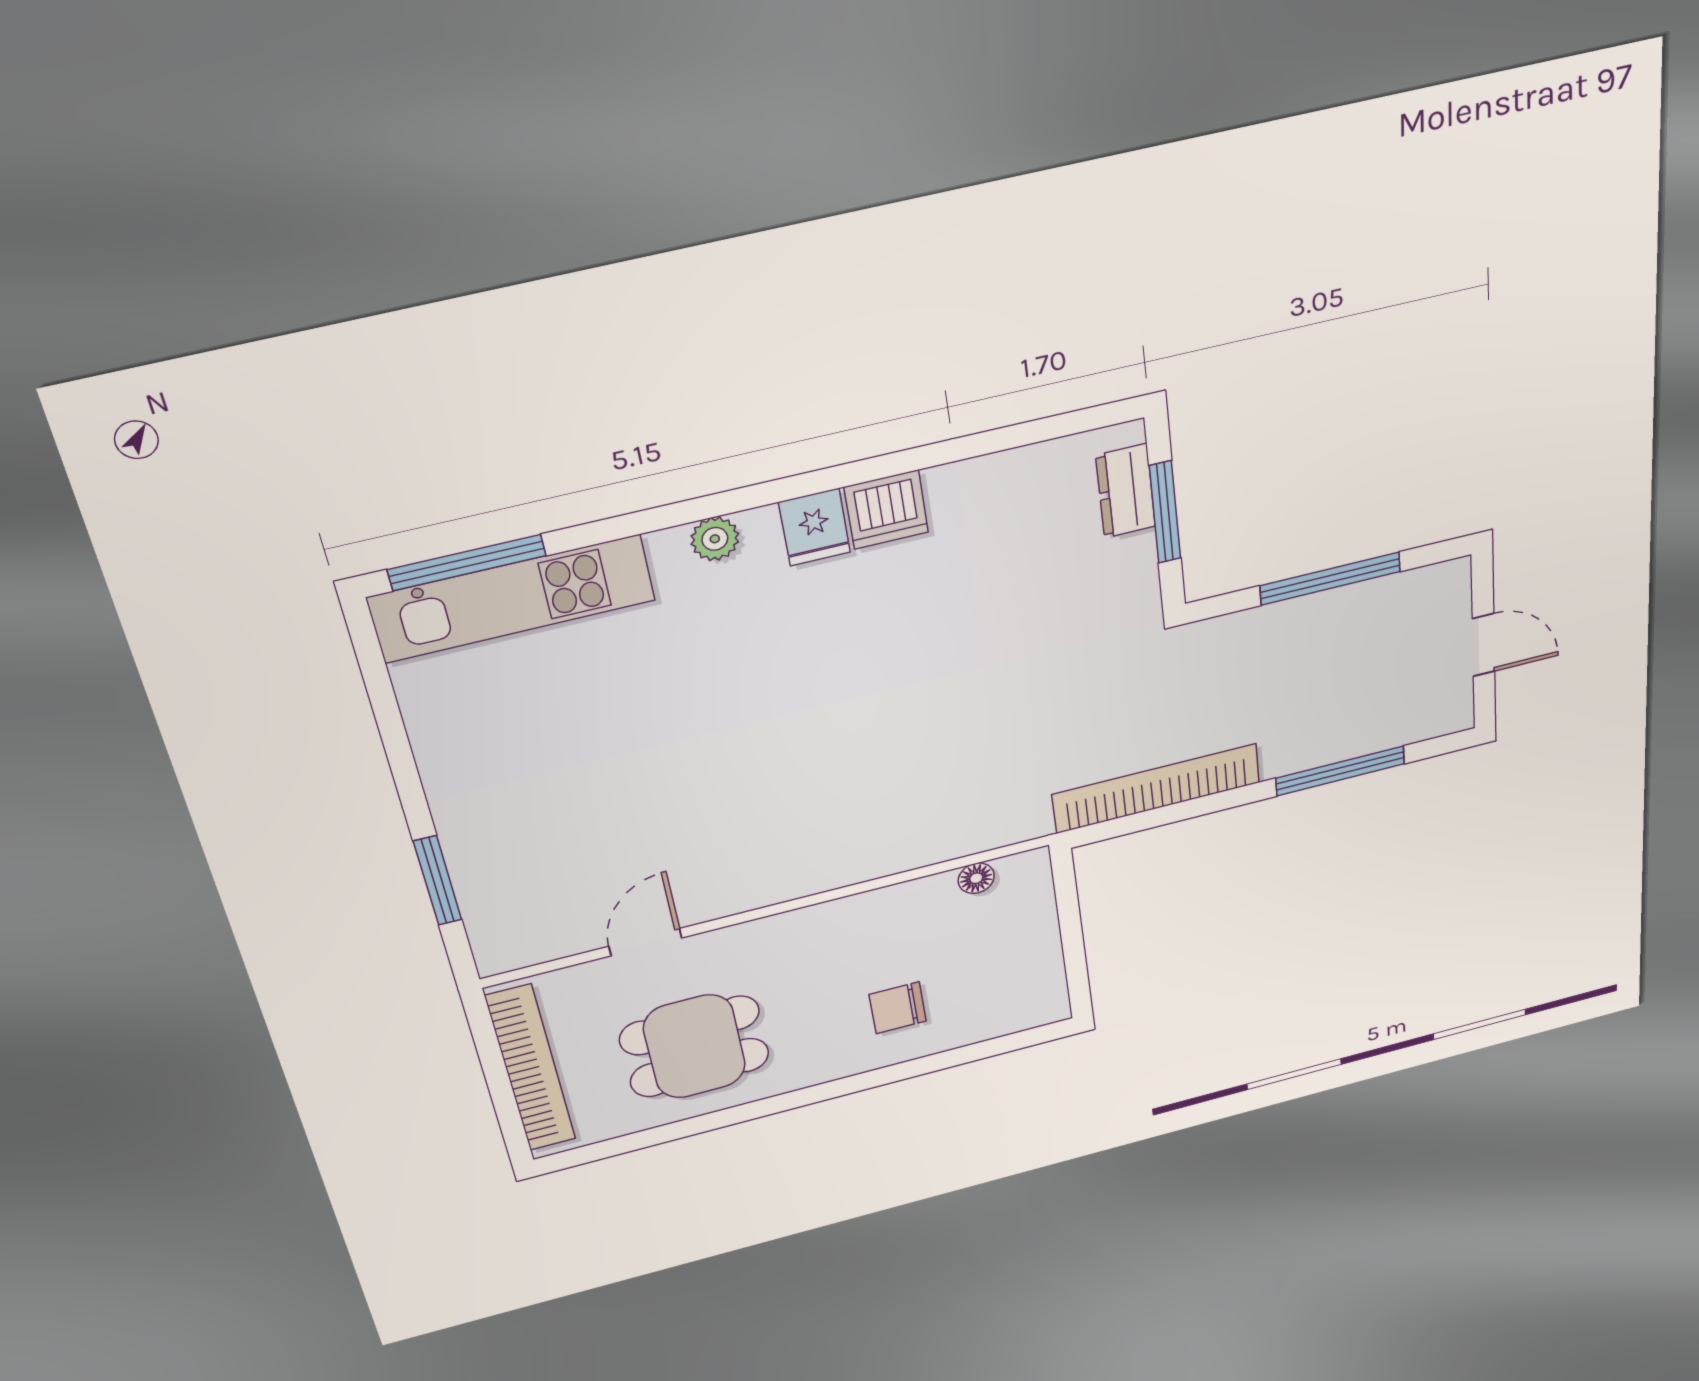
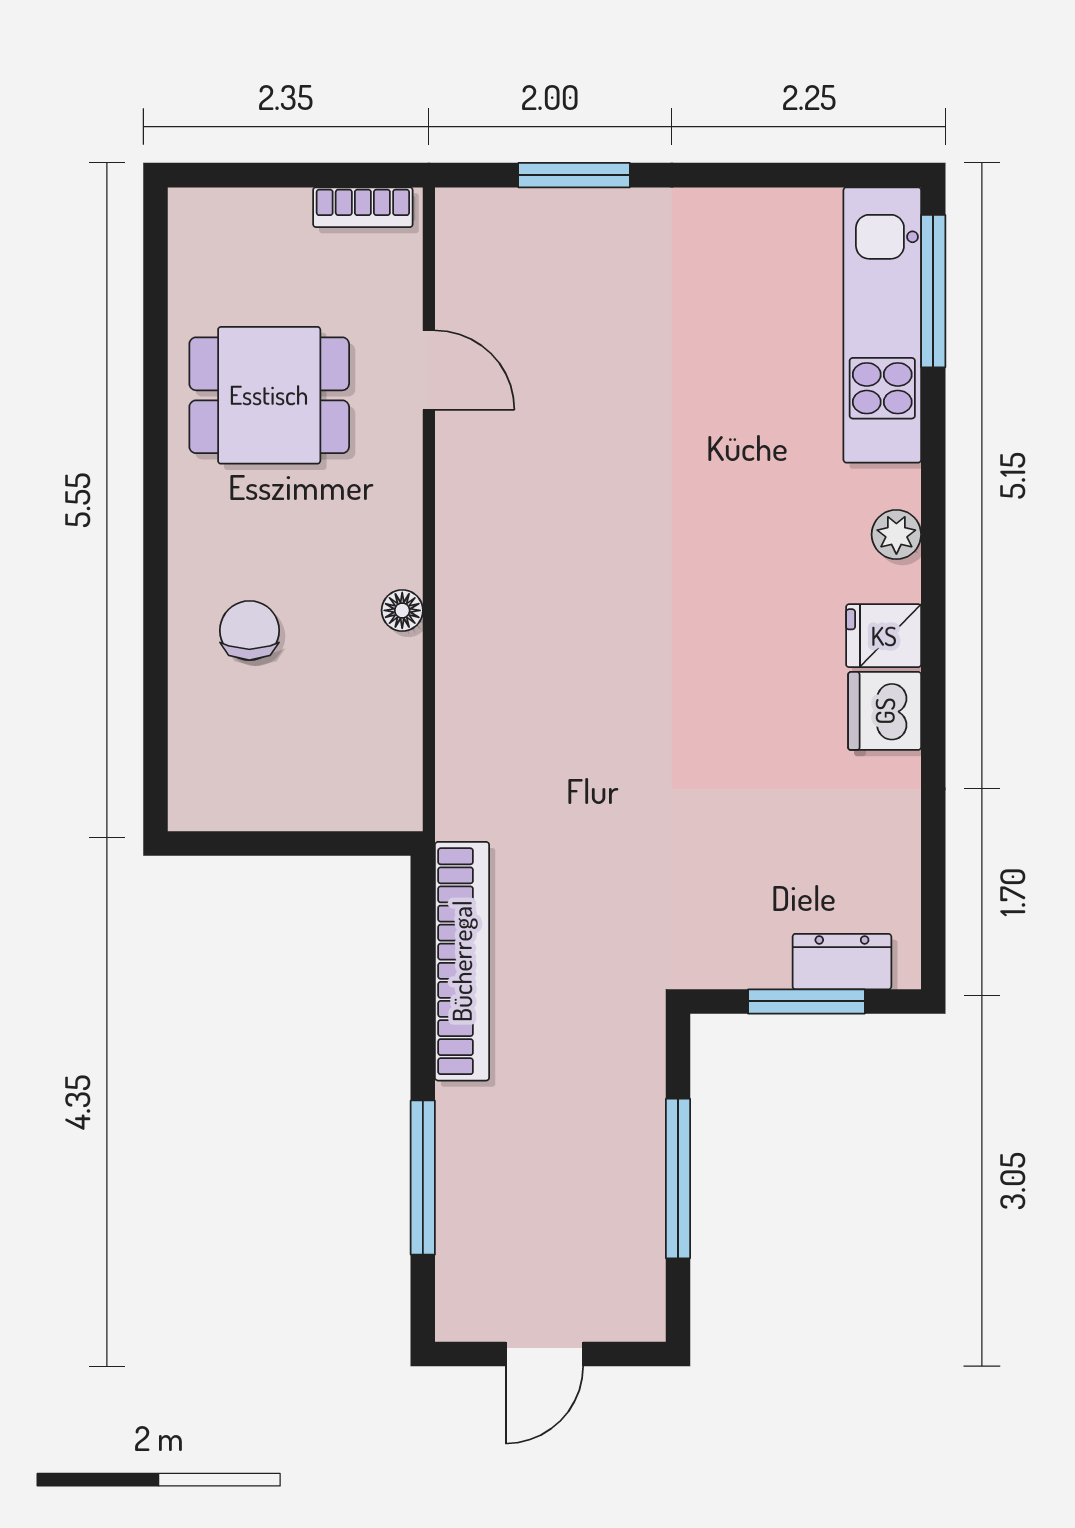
floor lamp: (976, 878) -> (402, 610), moved
dining table: (695, 1047) -> (269, 395), turned 90
bookcase: (531, 1069) -> (363, 207), width x0.43, depth x0.76

